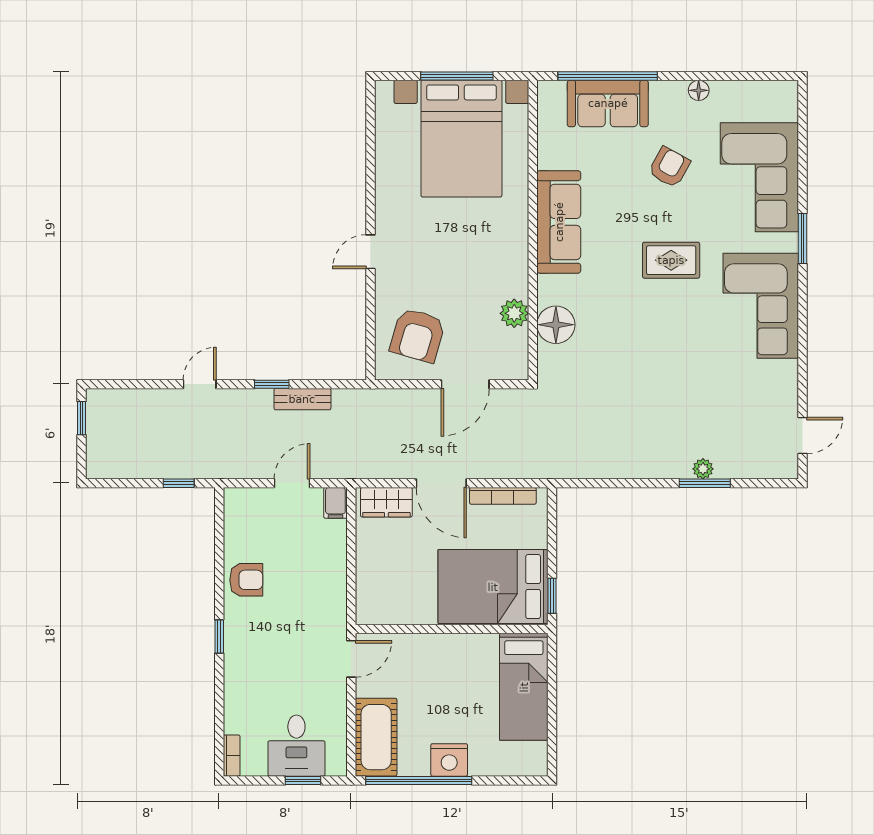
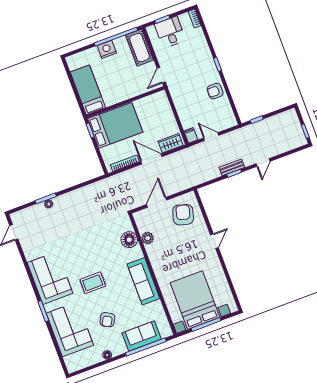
bench: (302, 399) -> (232, 167), moved
door: (292, 483) -> (211, 137), swing flipped

